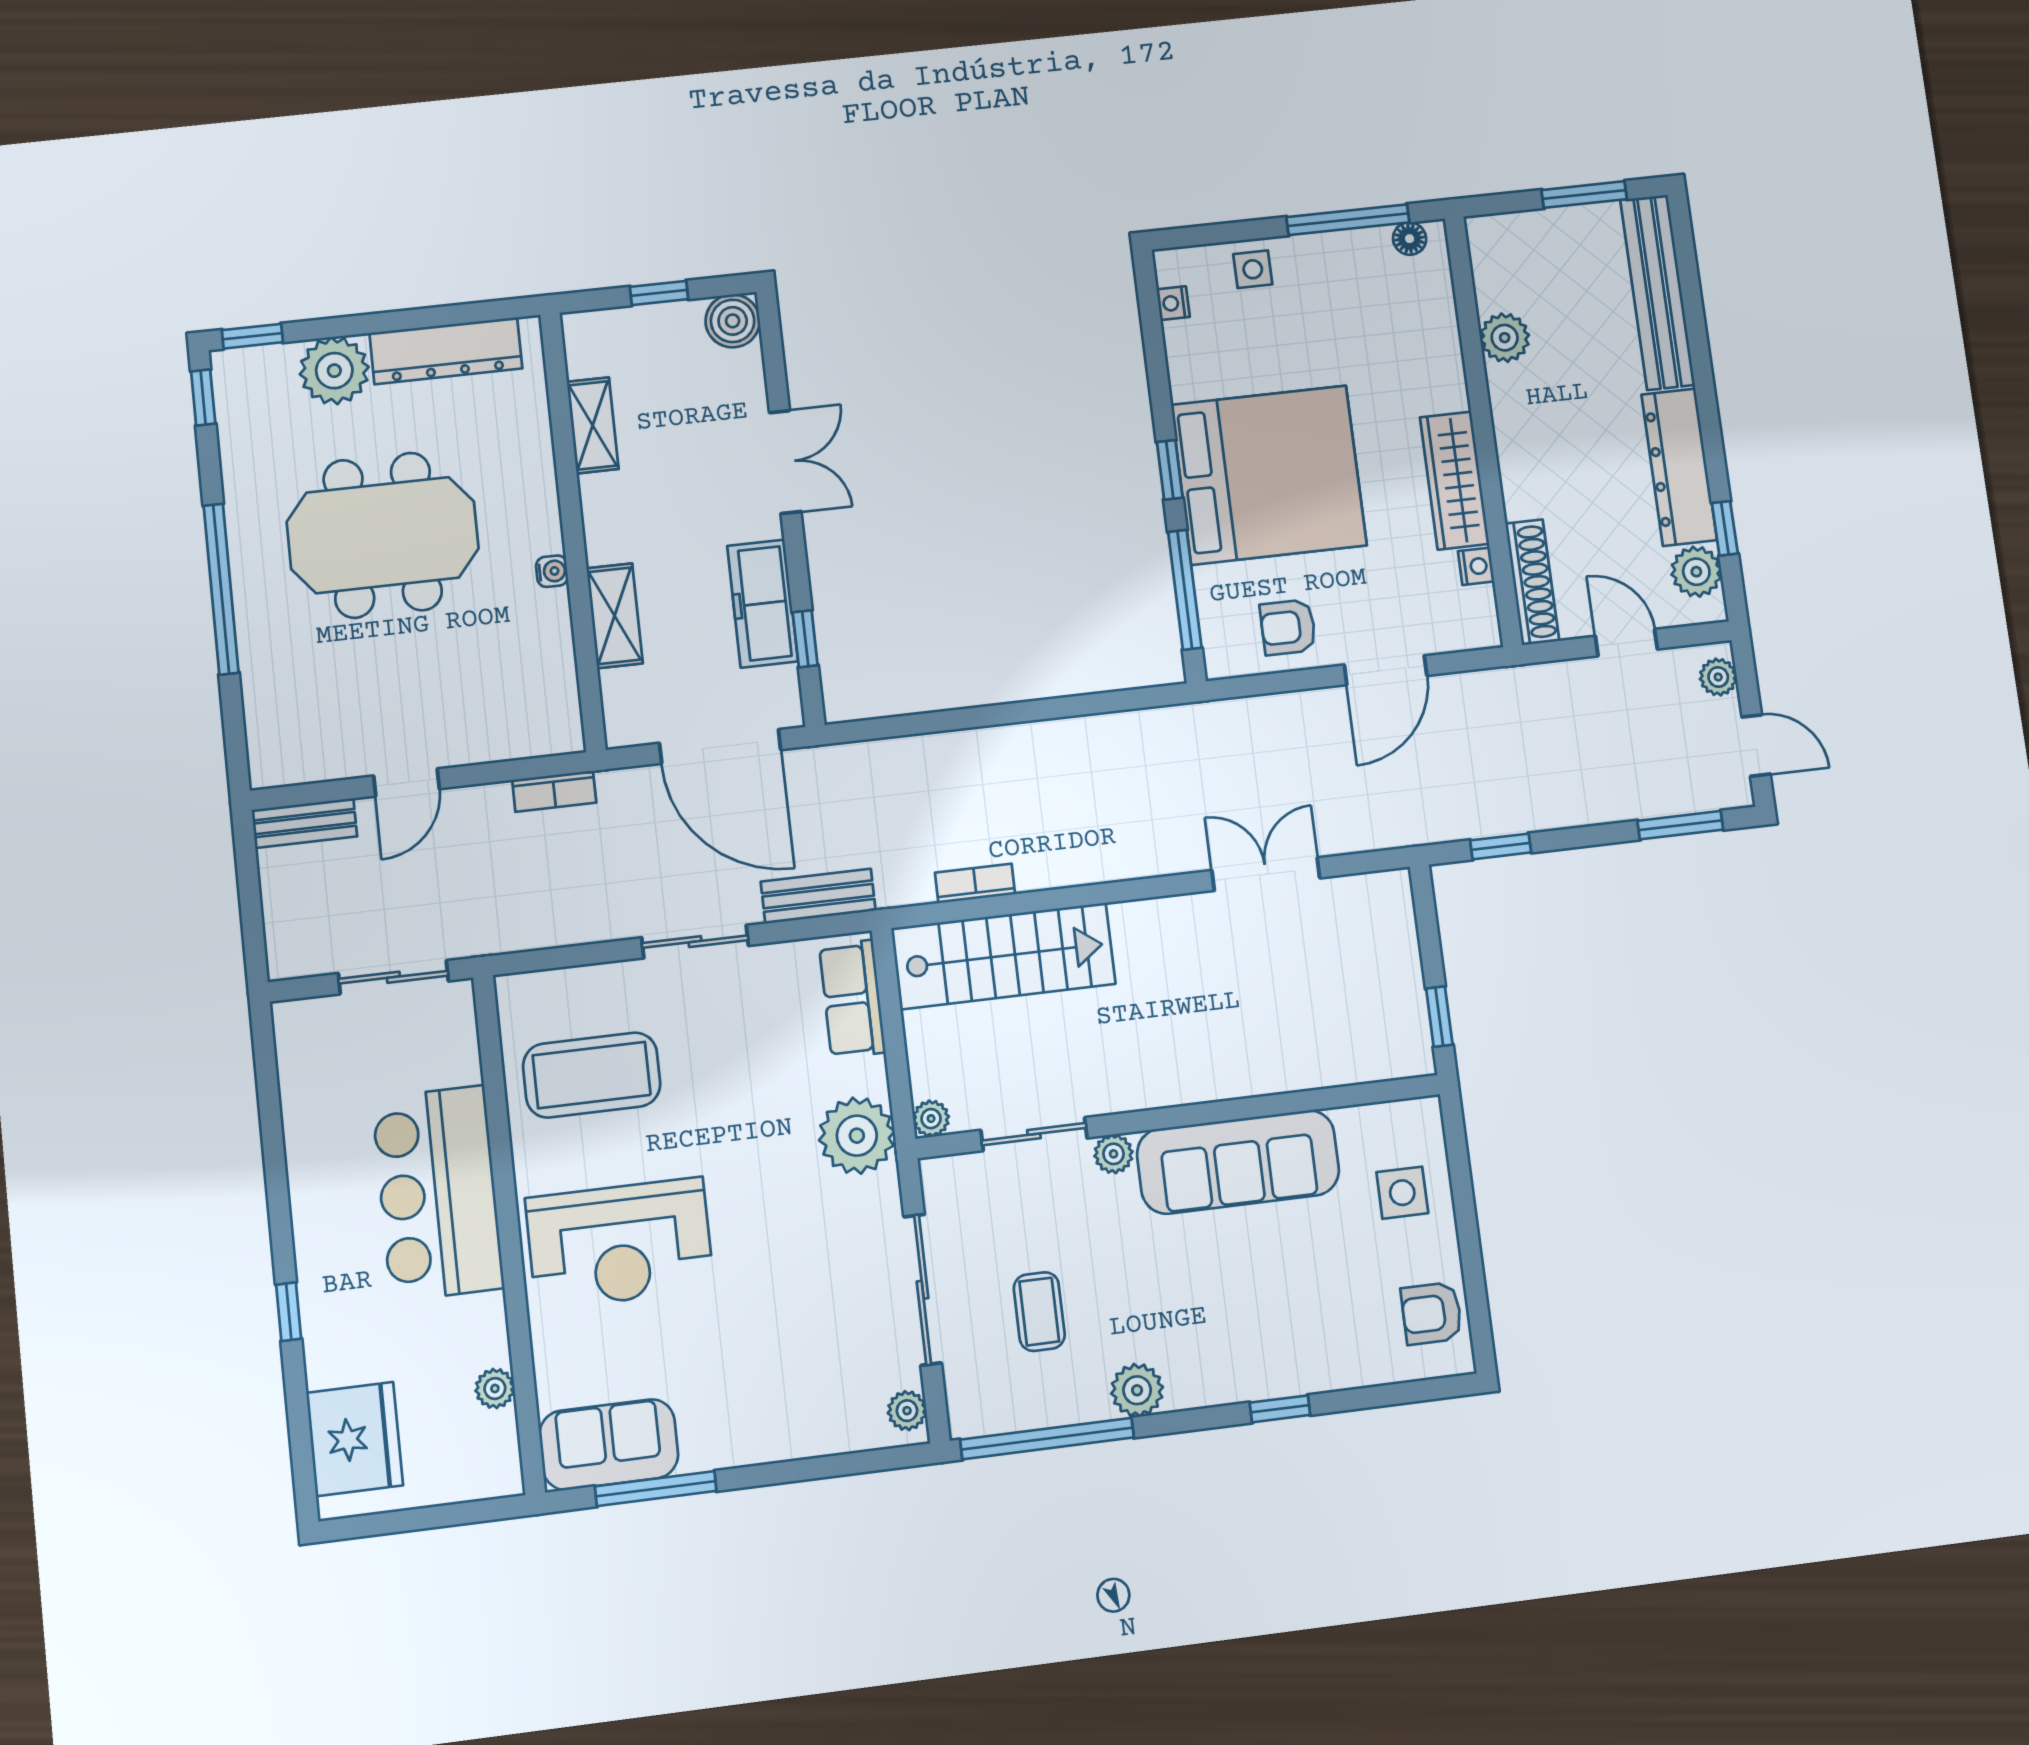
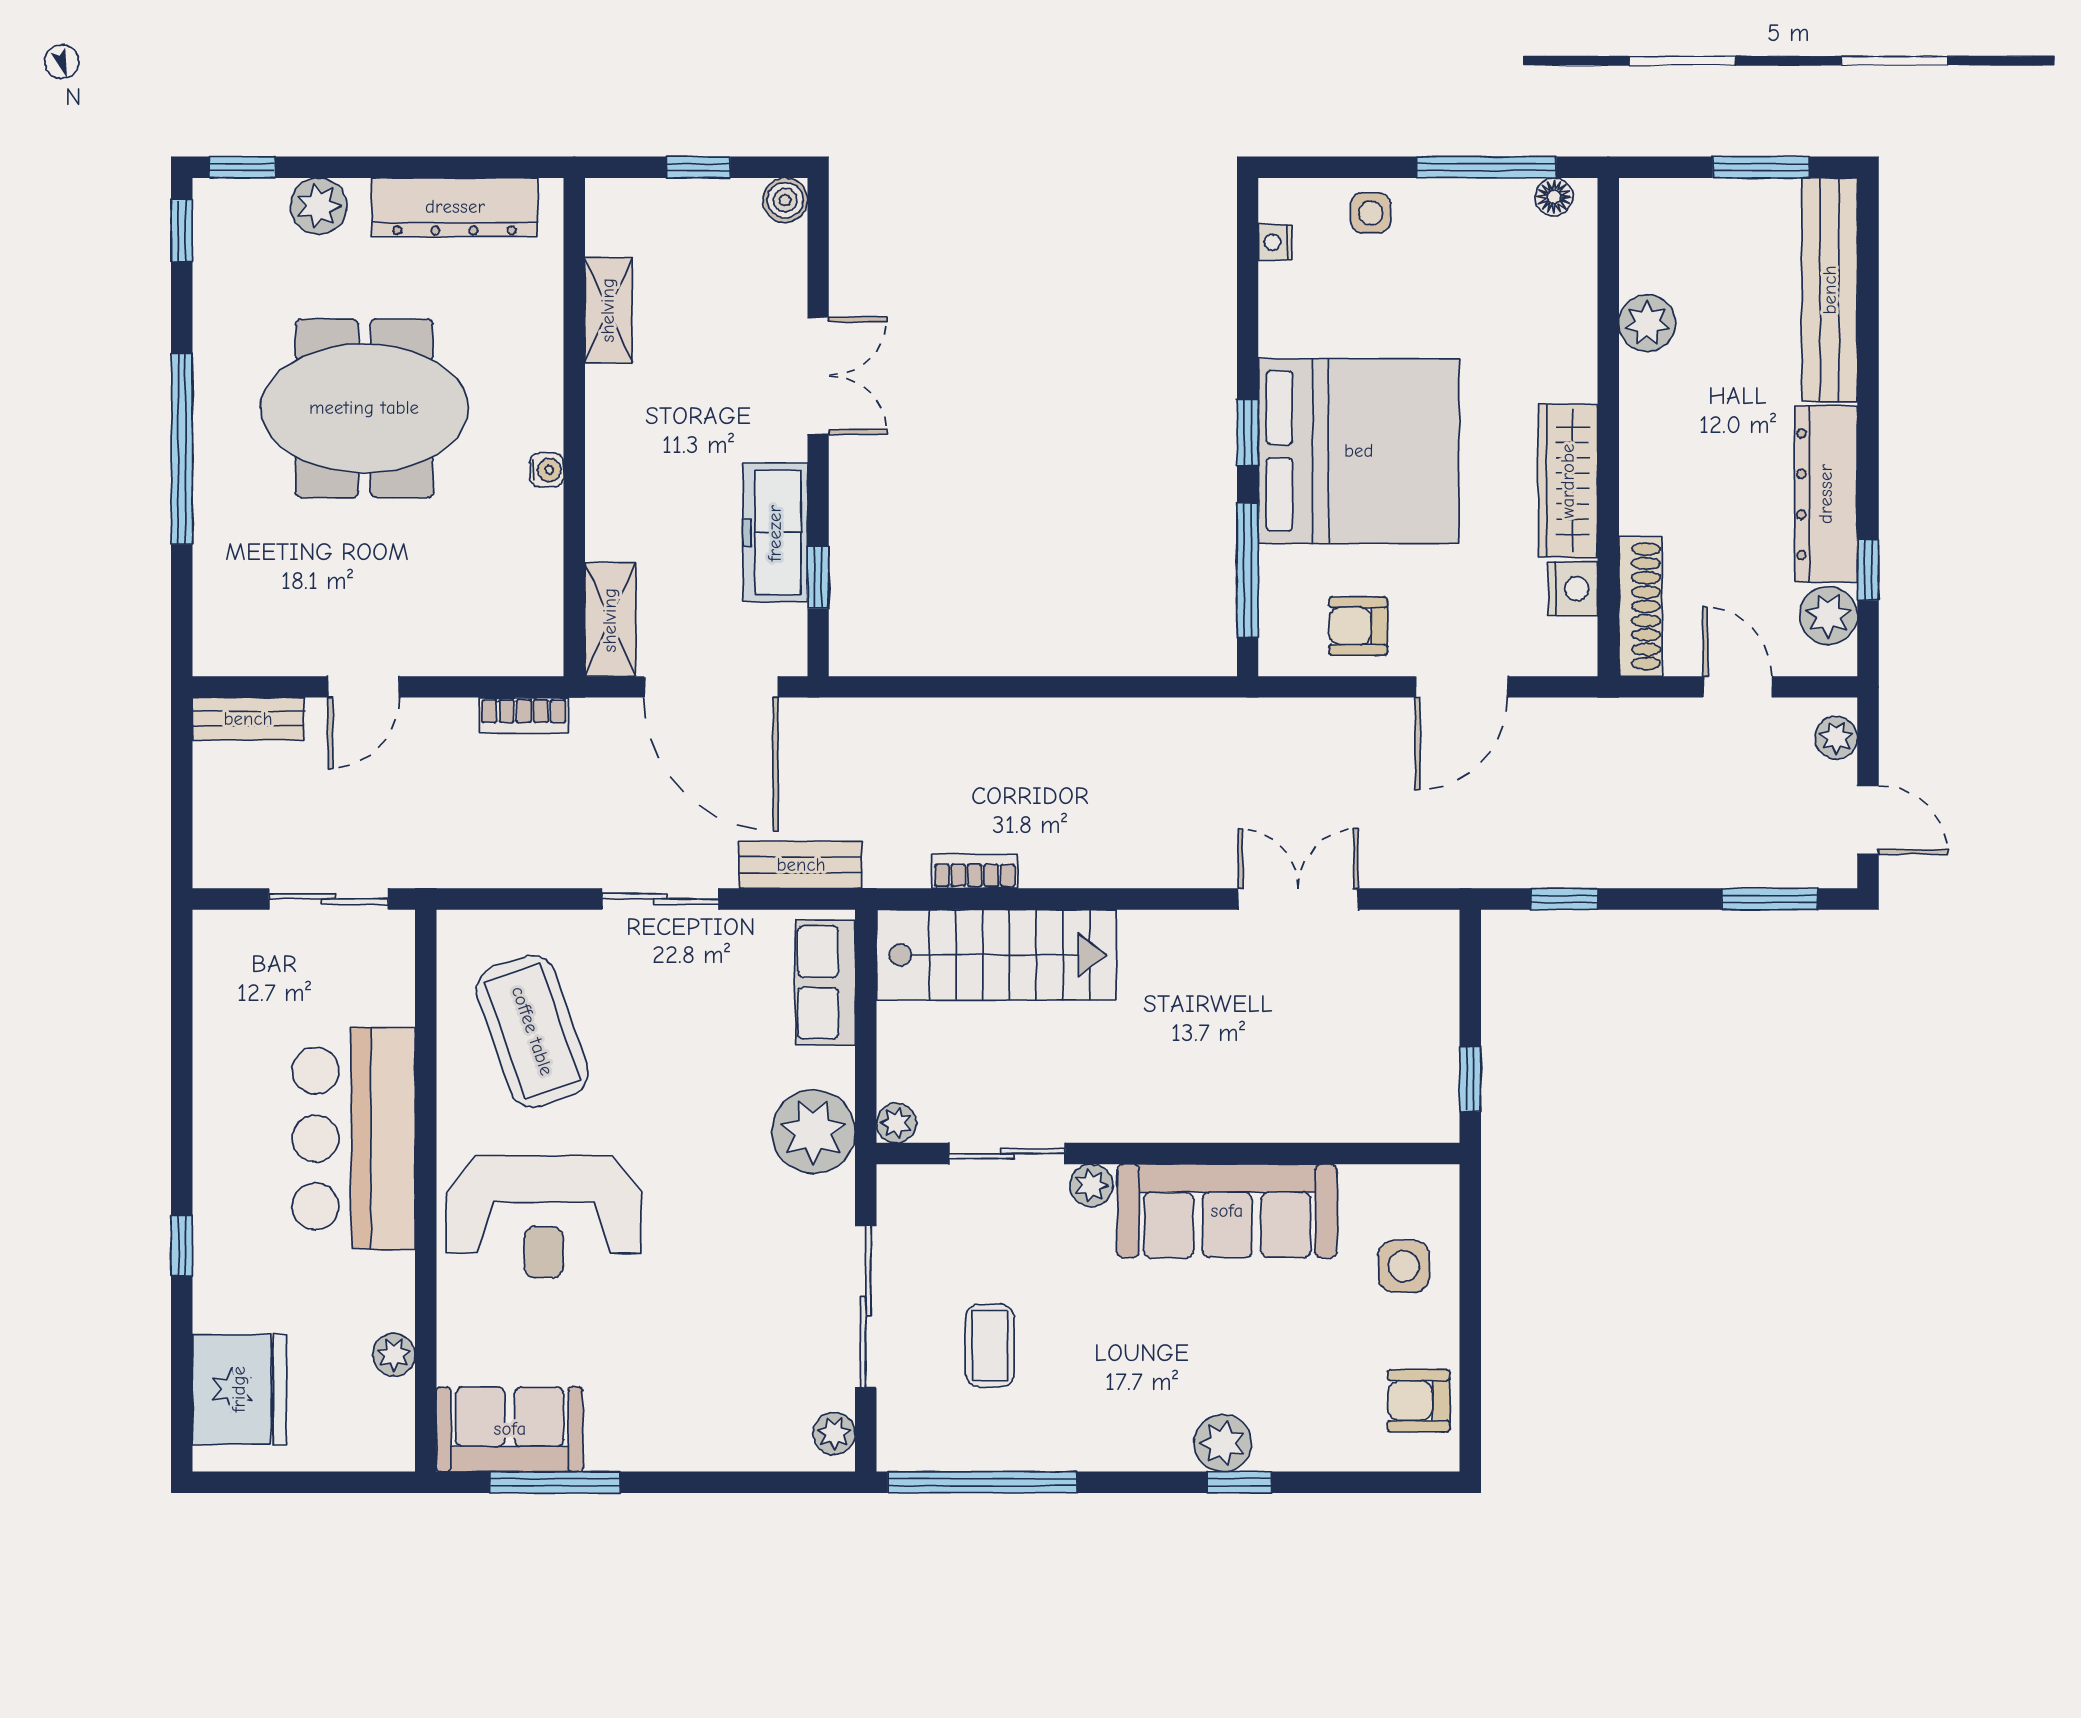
boiler: (733, 321) -> (785, 200), width x0.73, depth x0.73
plant: (334, 371) -> (319, 206), width x0.73, depth x0.73
nightstand: (1476, 566) -> (1573, 589), width x1.39, depth x1.35
shelving: (615, 616) -> (610, 620), moved
coffee table: (592, 1075) -> (532, 1031), turned 71
plant: (1137, 1390) -> (1223, 1443), moved

